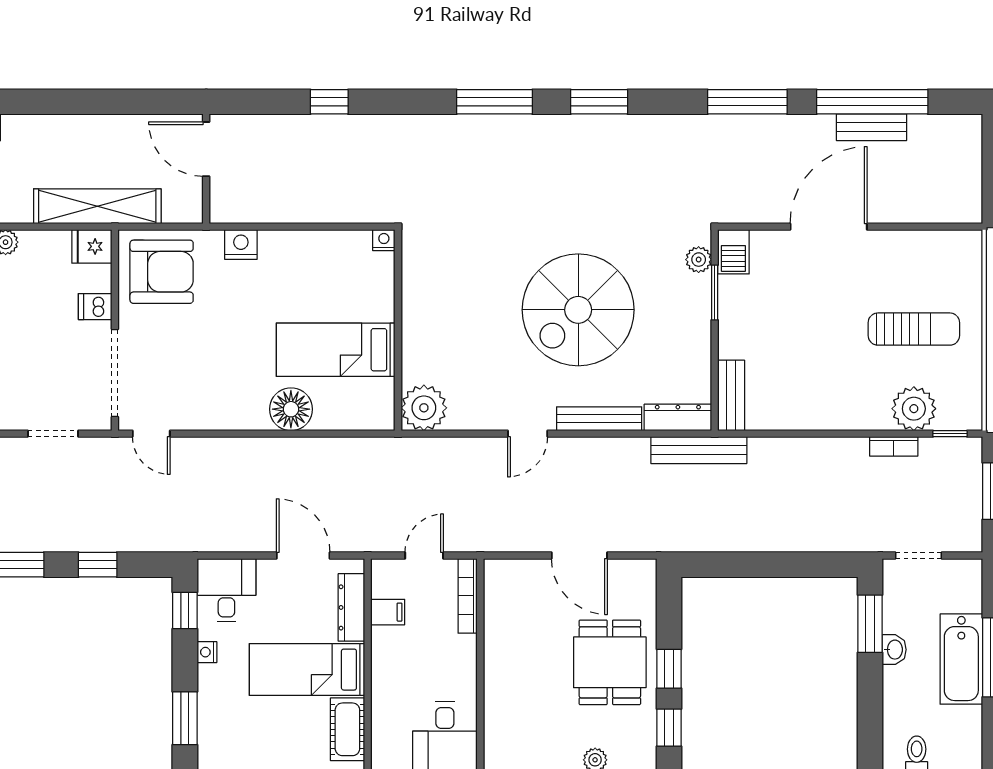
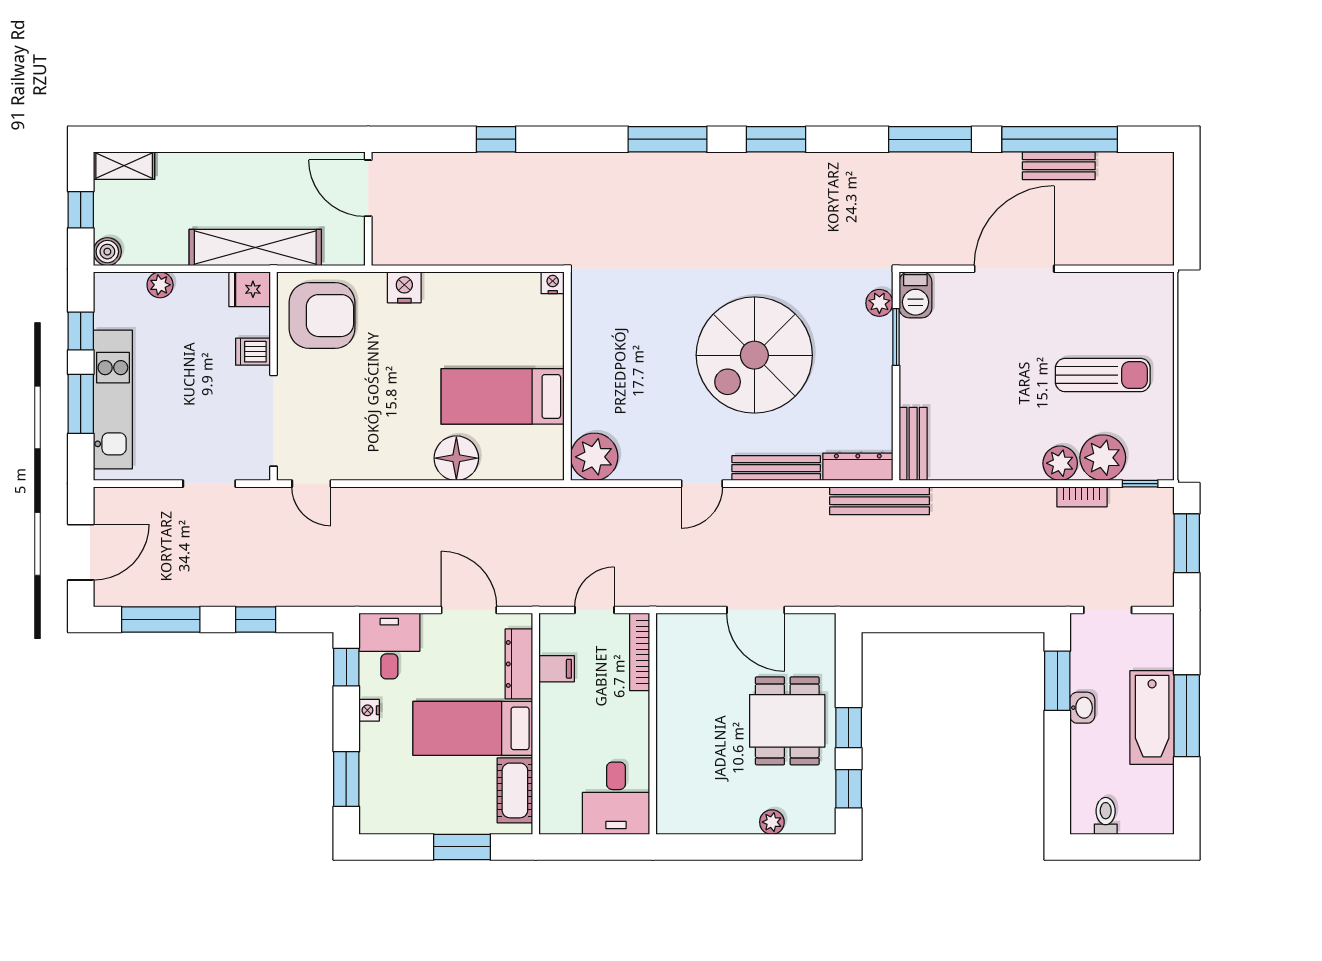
plant: (873, 414) -> (1060, 463), added

